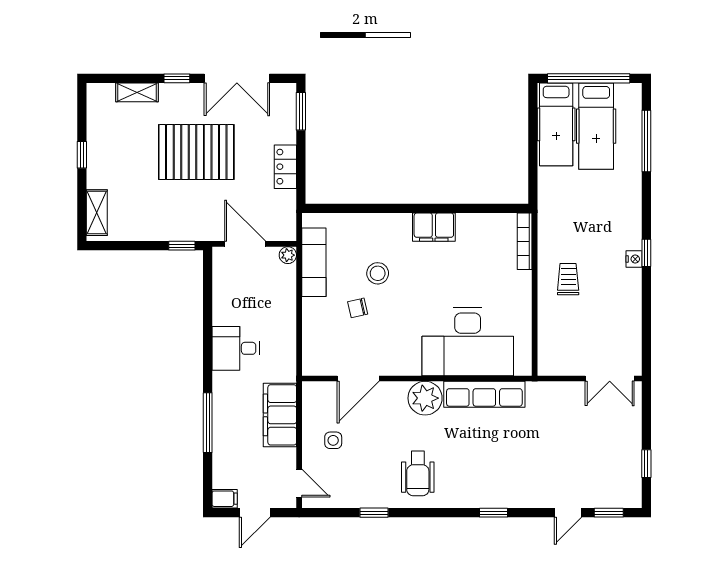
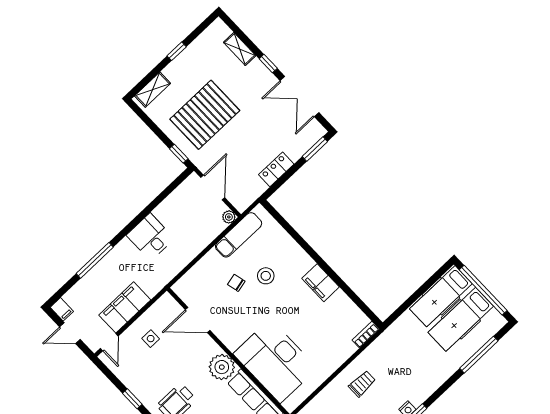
pallet: (196, 152) -> (205, 115), moved, turned 90
bookcase: (525, 241) -> (366, 335), width x0.64
filing cabinet: (280, 415) -> (125, 307), moved

